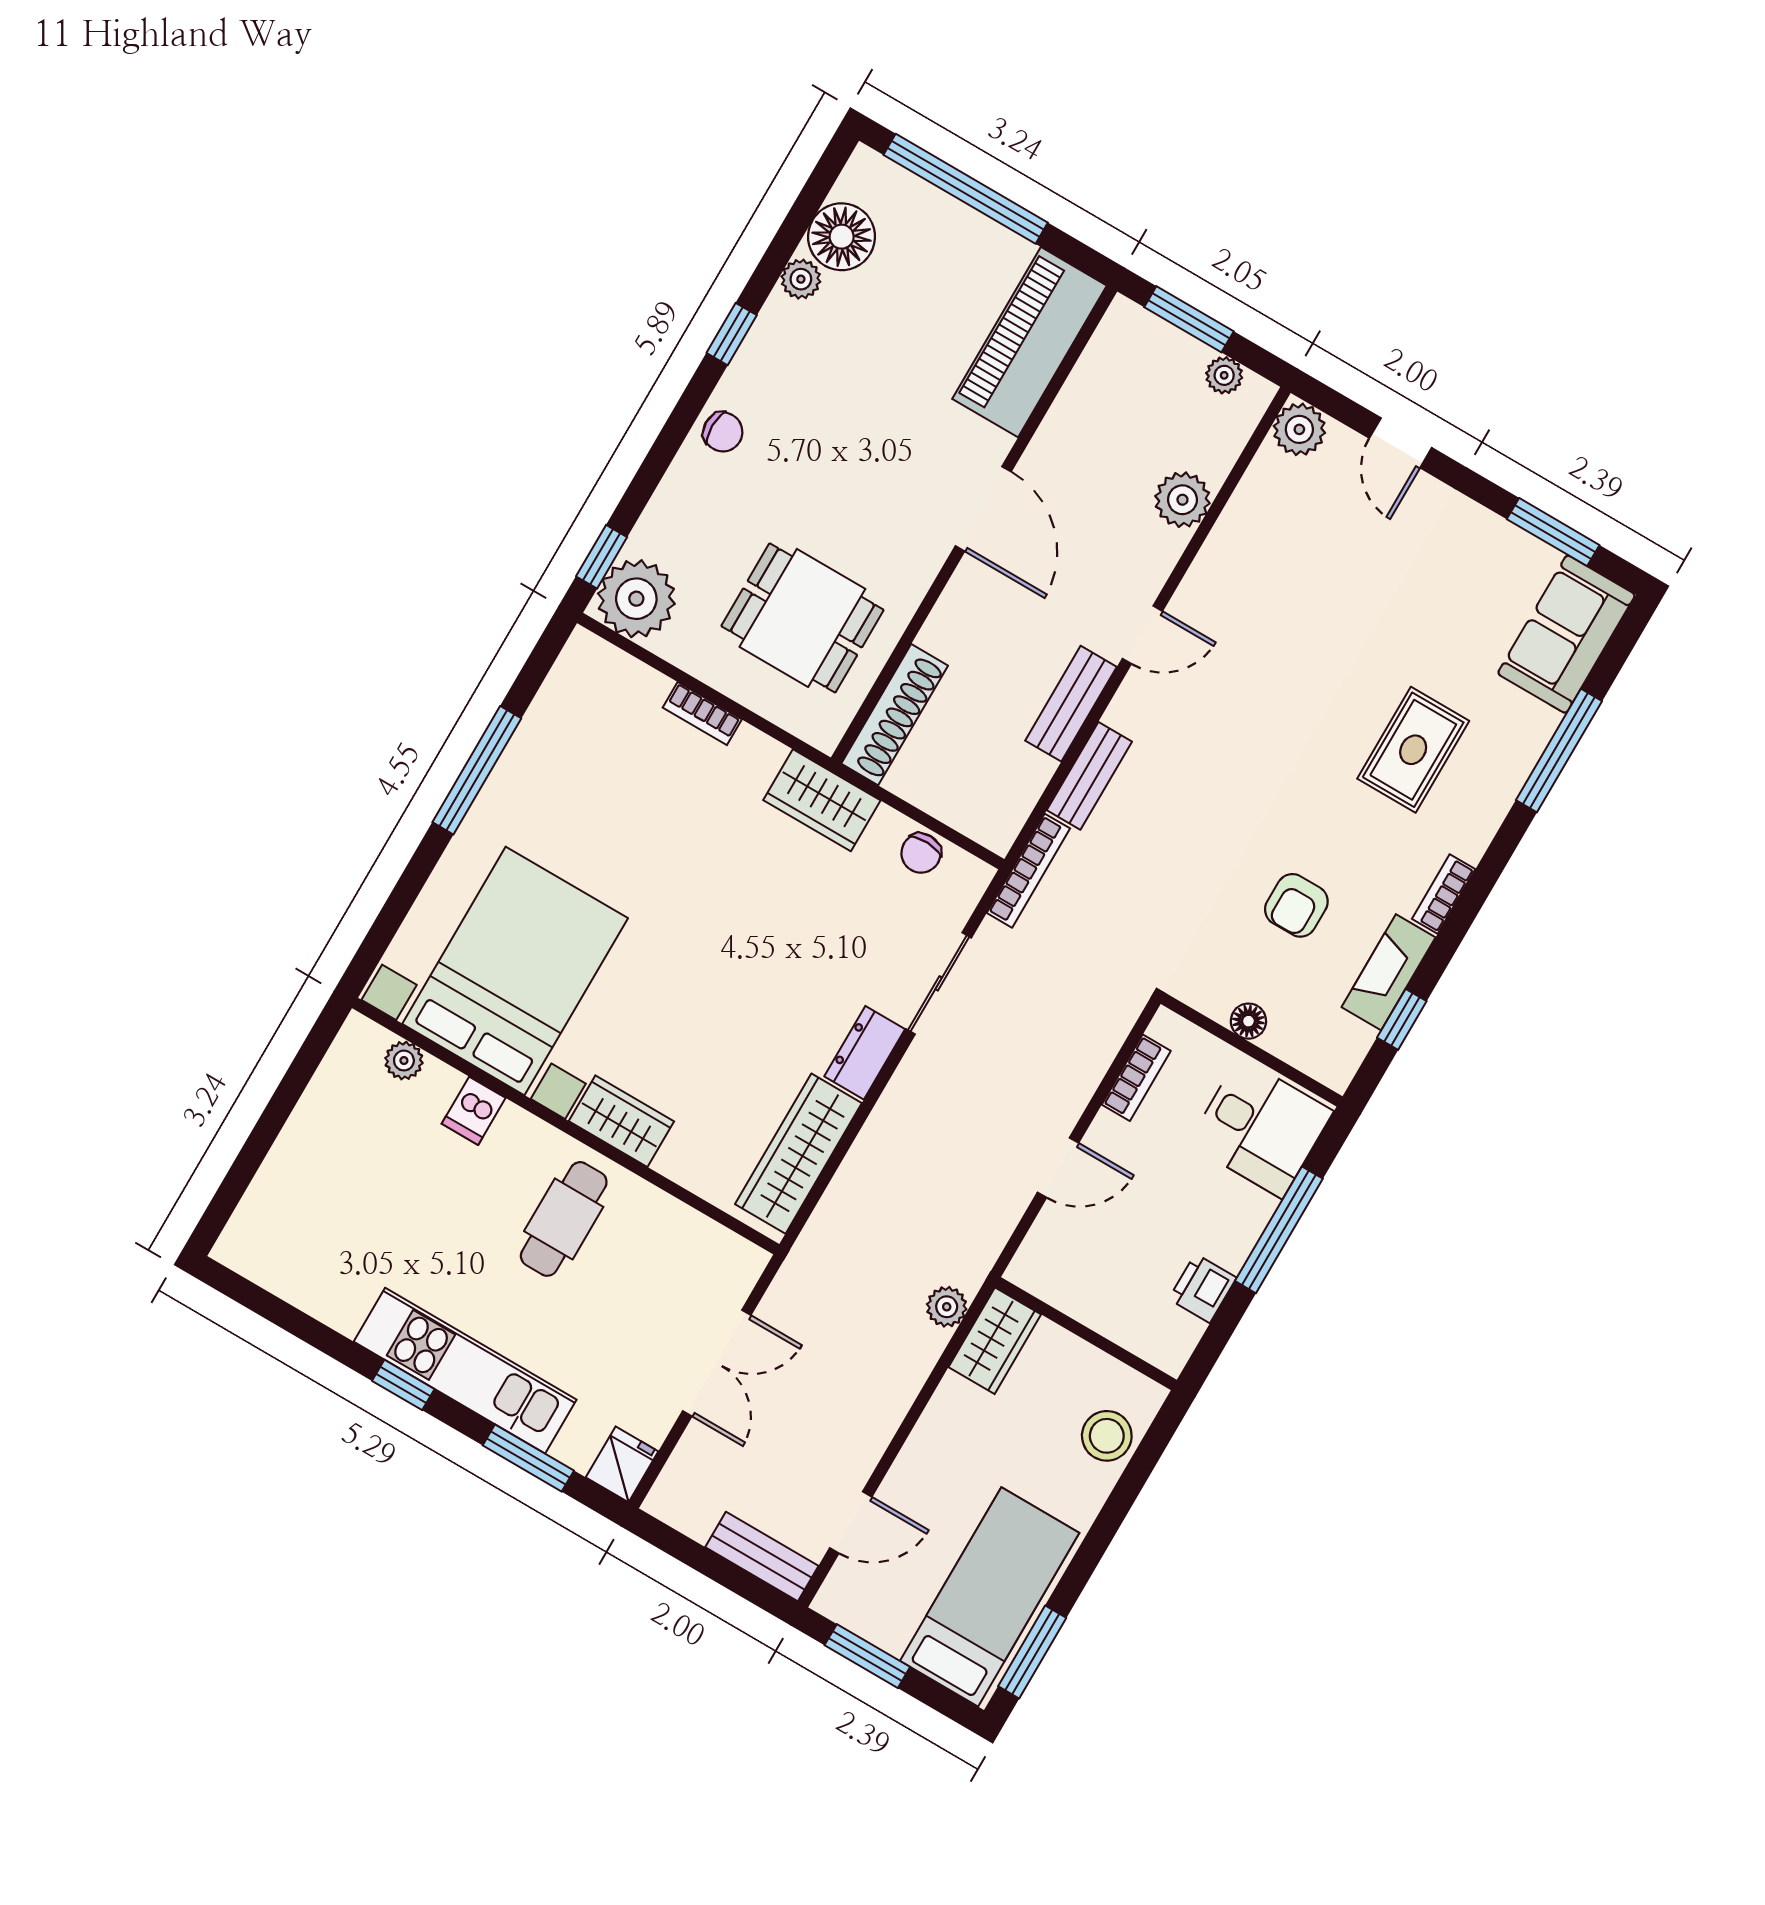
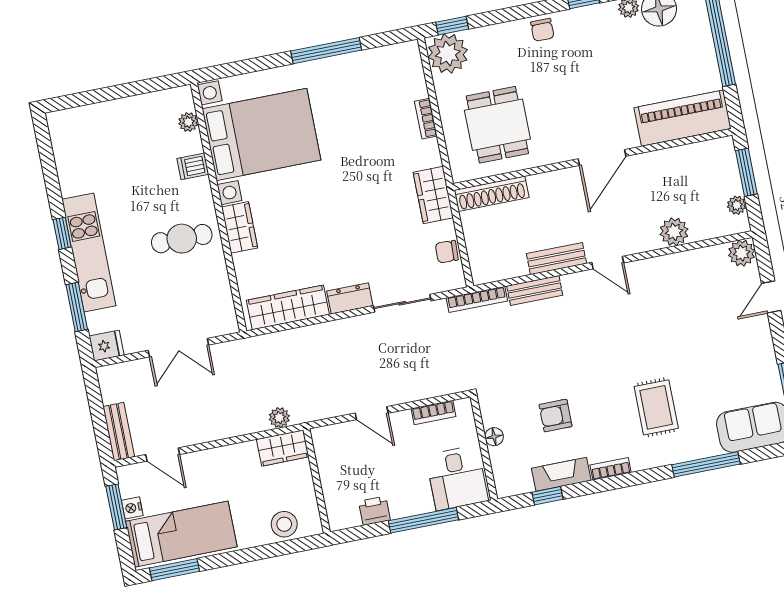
rug: (1413, 750) -> (656, 407), turned 90
nightstand: (889, 1634) -> (132, 508), added

